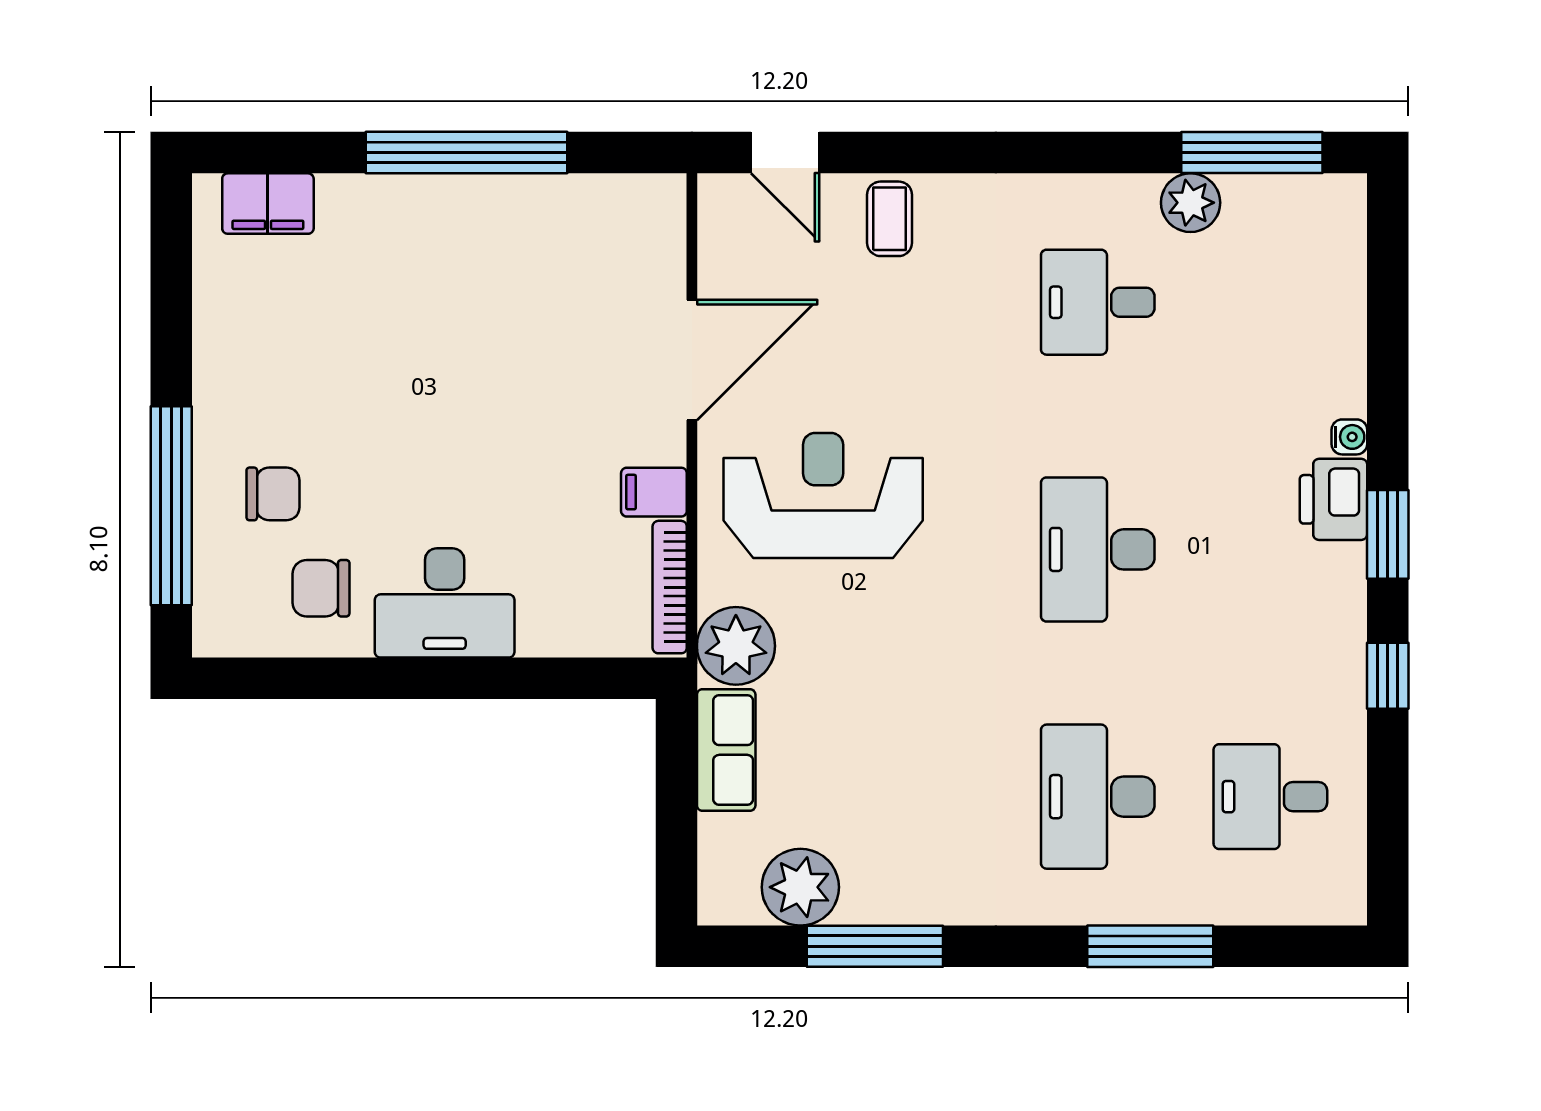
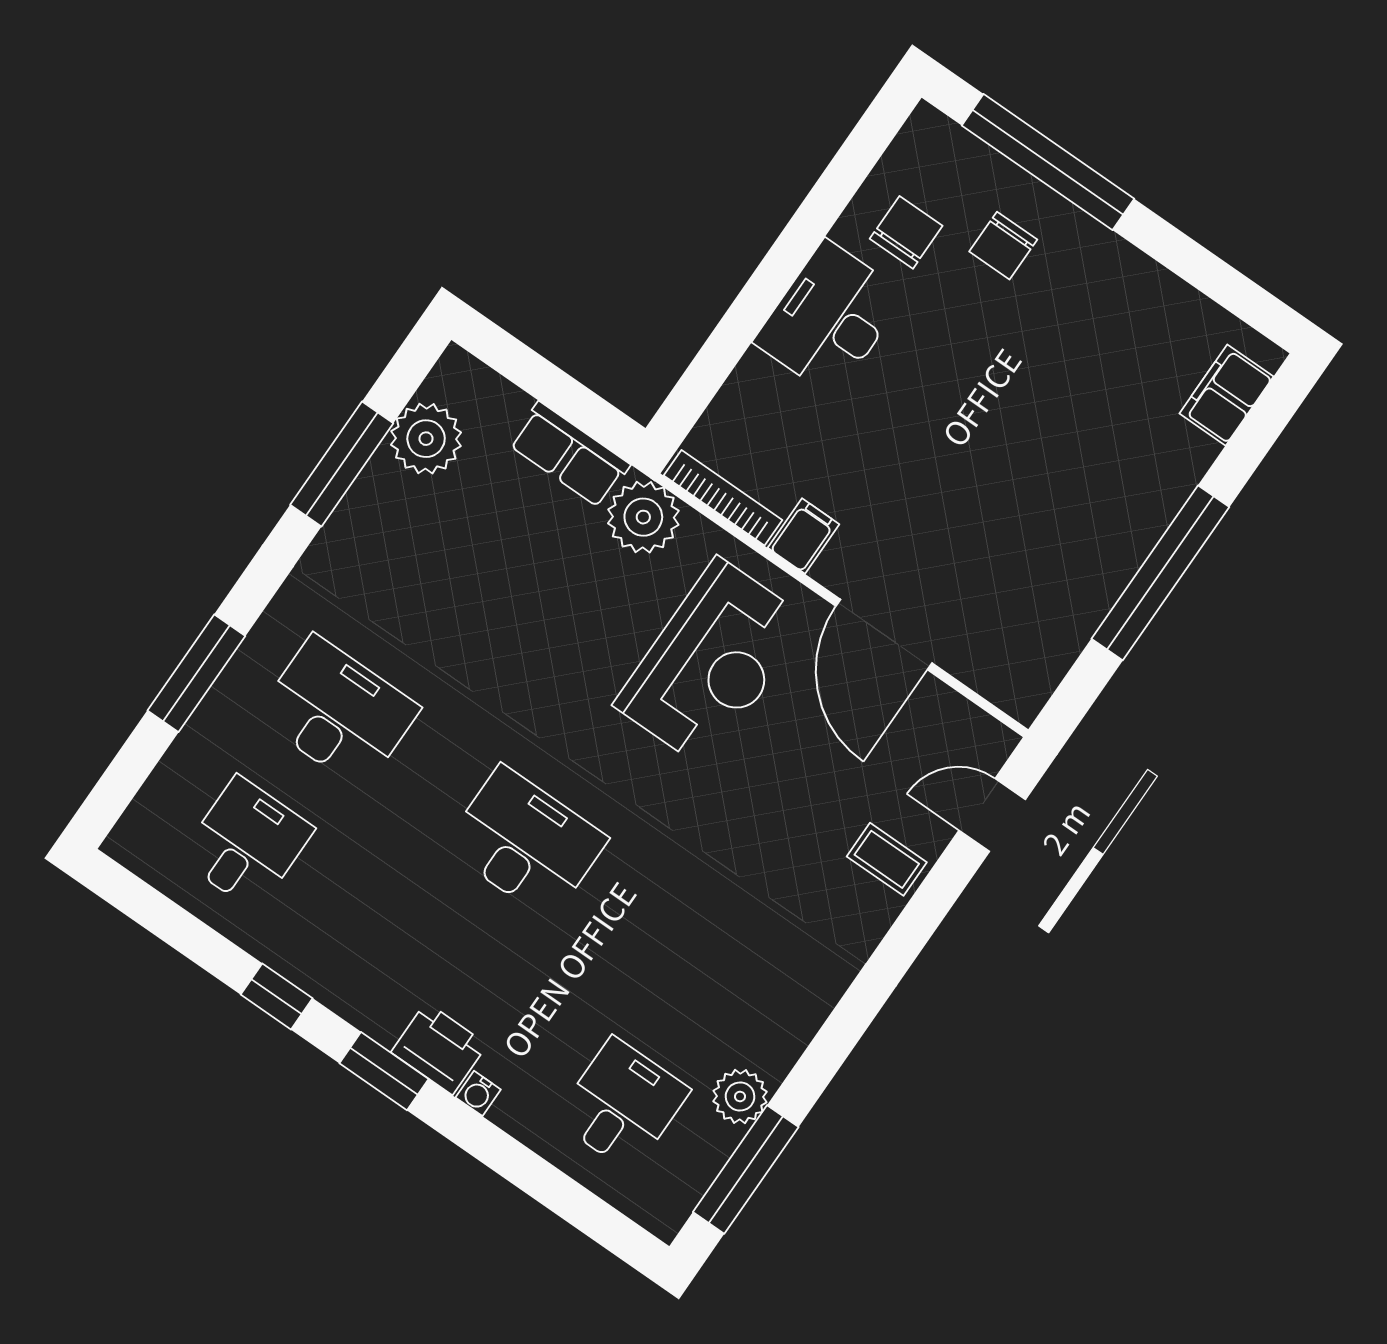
desk: (1098, 302) -> (622, 1105), moved

